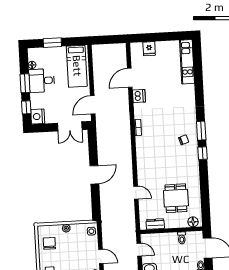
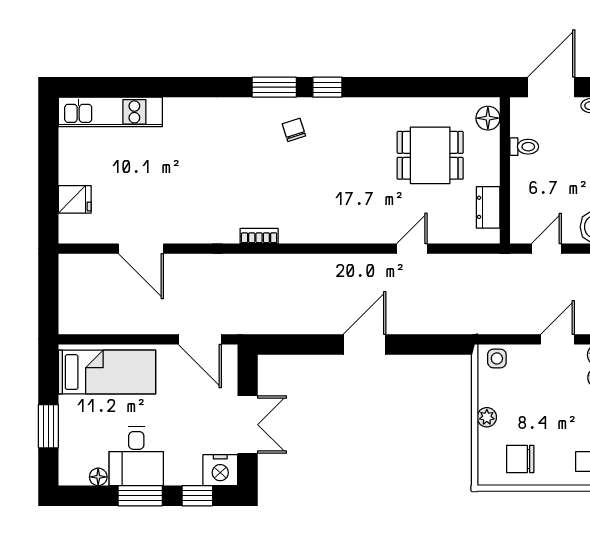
dishwasher: (139, 96) -> (185, 229), removed
double door: (70, 126) -> (248, 425), moved
door: (94, 175) -> (365, 344), hinge flipped

